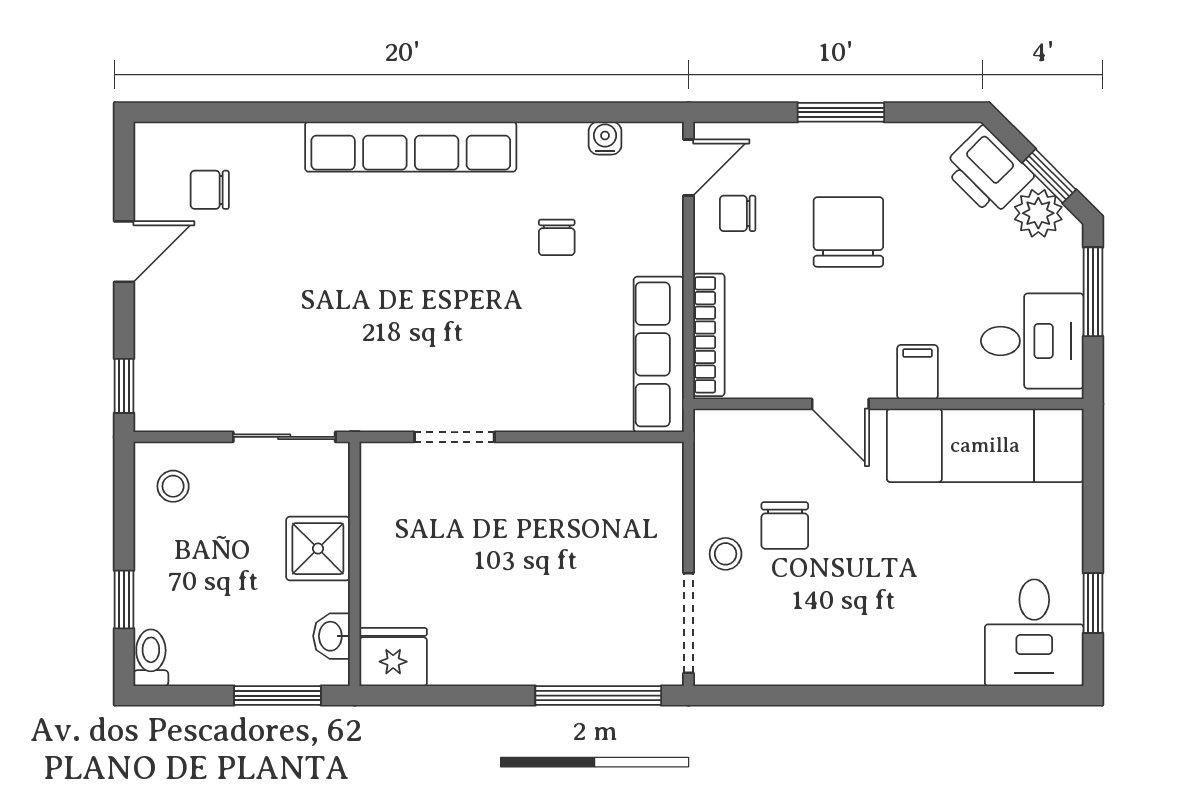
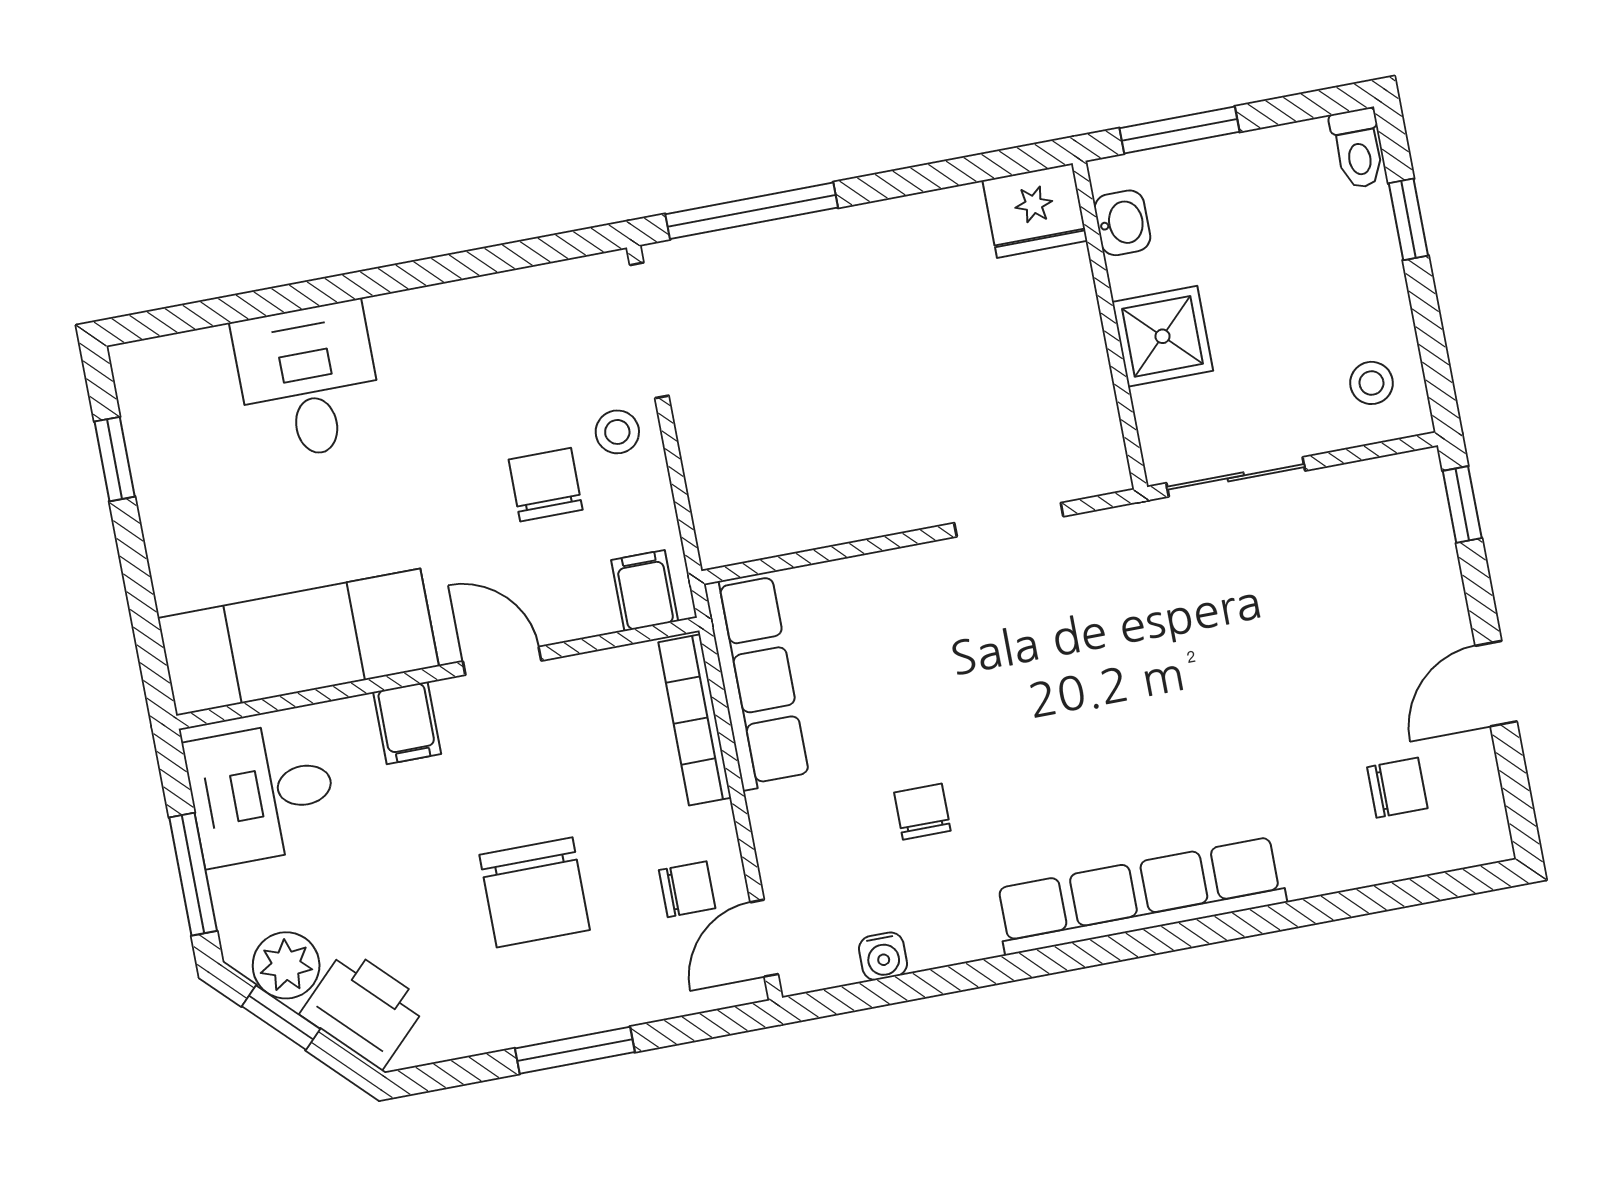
filing cabinet: (727, 435) -> (645, 591), added
desk: (1034, 633) -> (308, 381), moved

